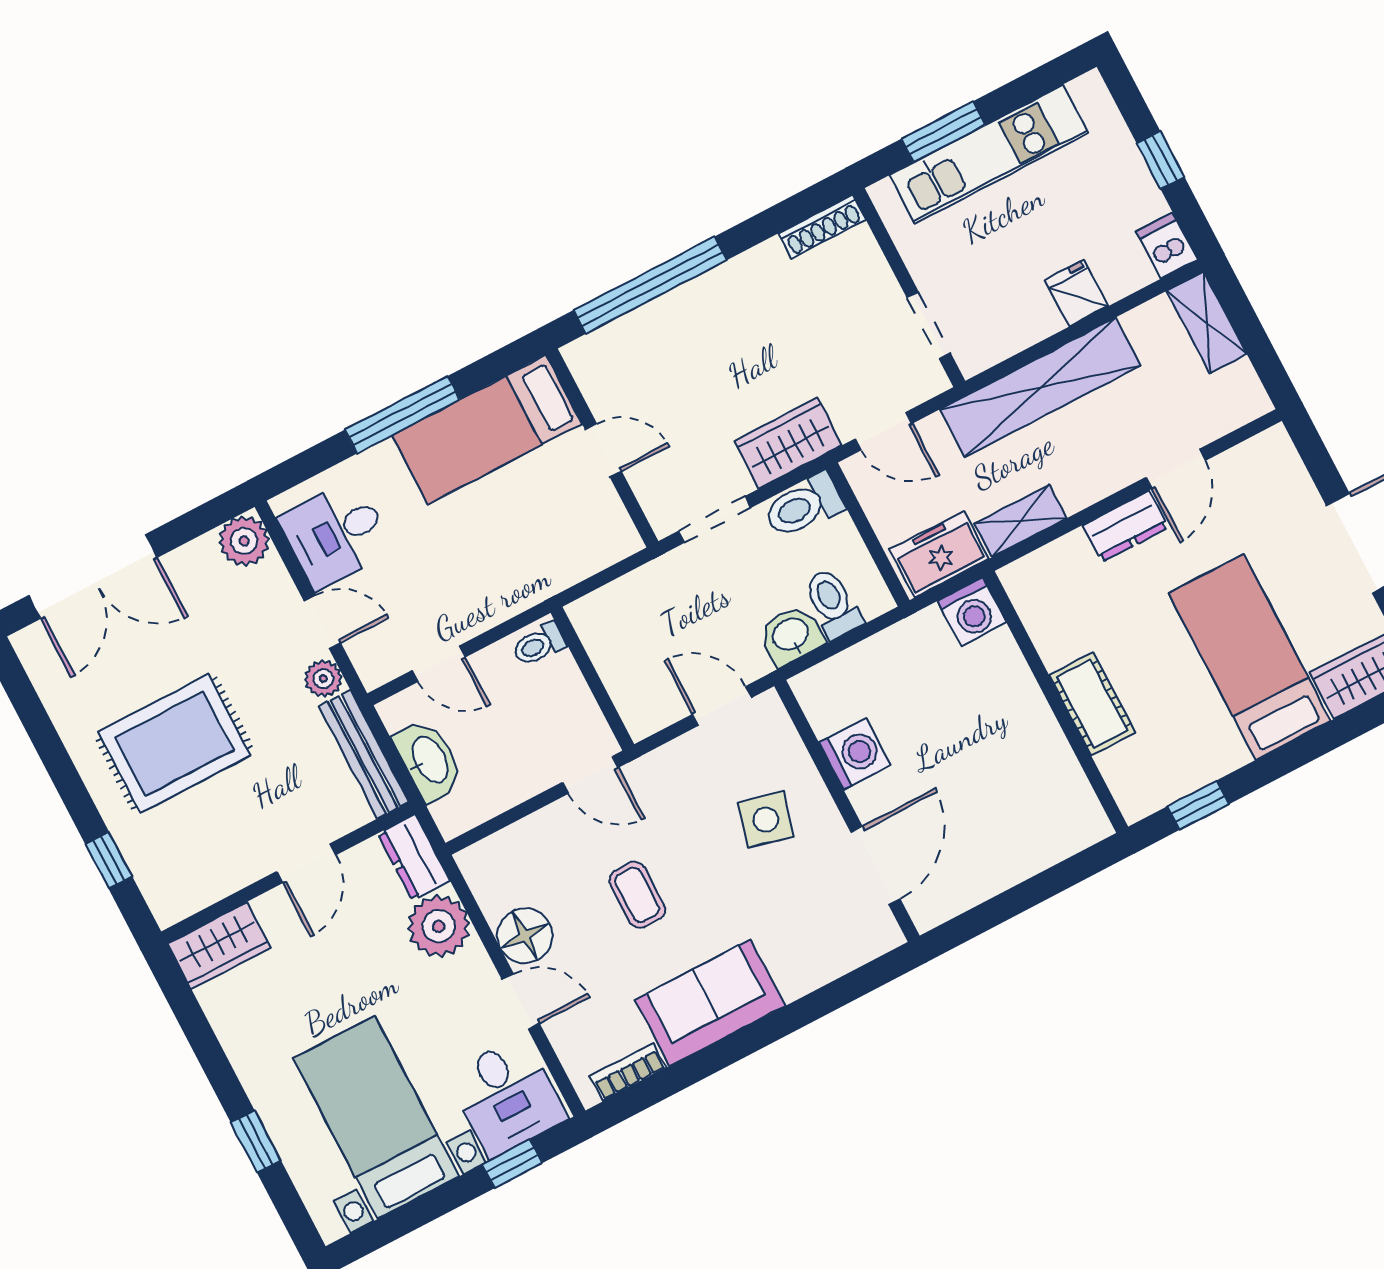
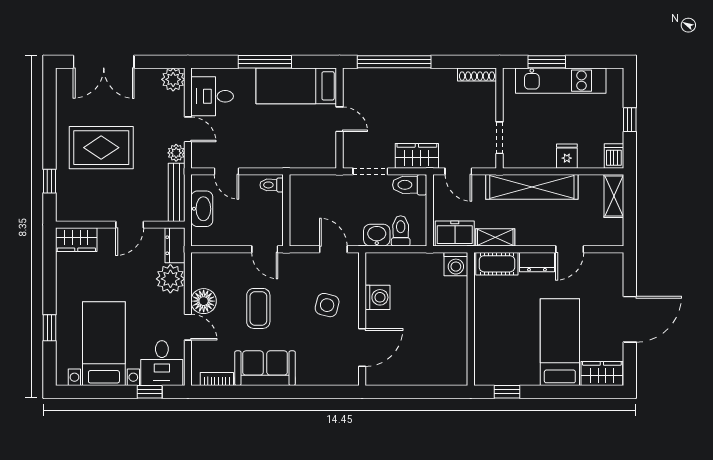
cot: (1092, 704) -> (497, 264), moved, turned 90
coffee table: (637, 895) -> (258, 308), width x1.36, depth x1.30

